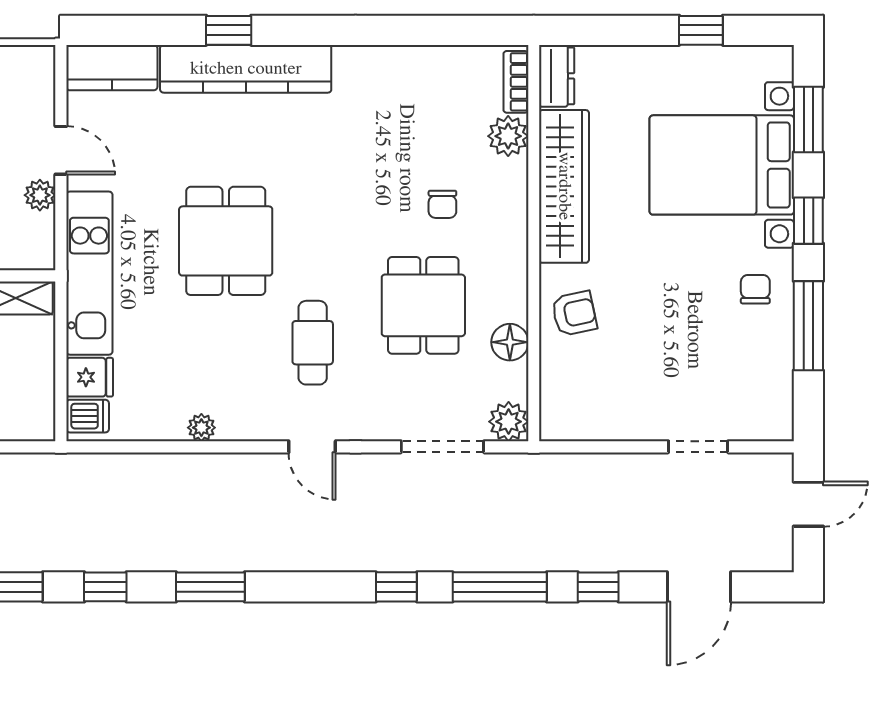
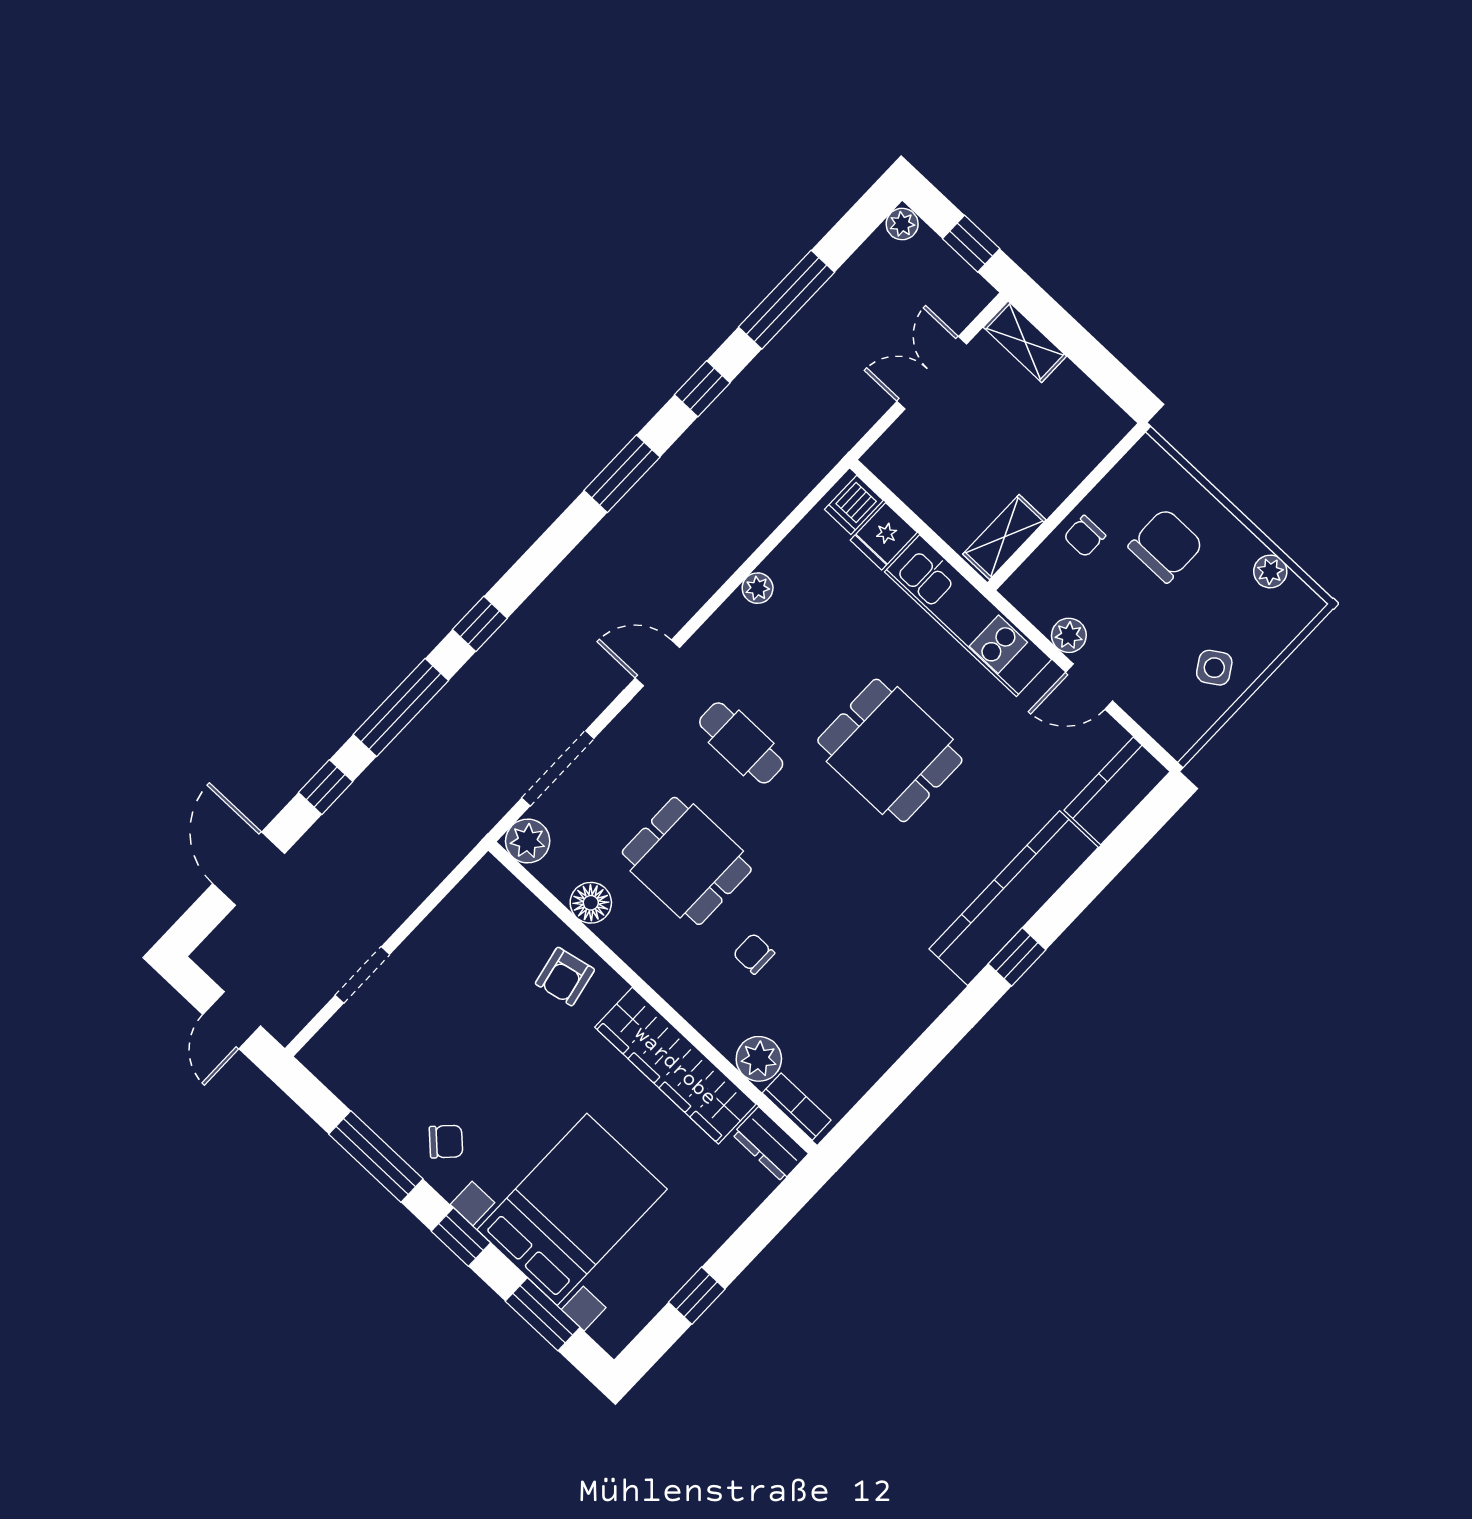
window: (229, 30) -> (1017, 957), moved
chair: (755, 289) -> (446, 1142), turned -46

